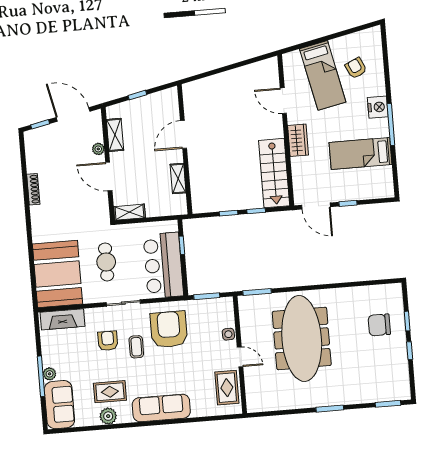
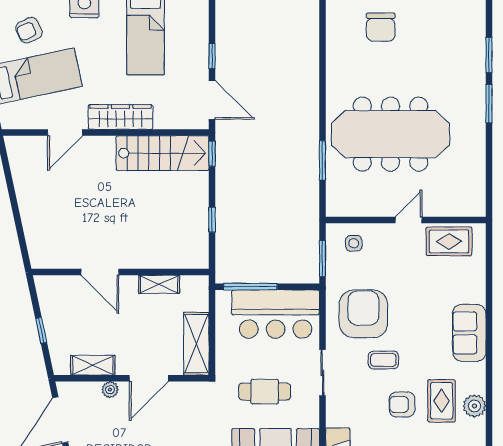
wardrobe: (298, 140) -> (121, 117), width x1.50
door: (316, 206) -> (212, 100), hinge flipped
window: (256, 211) -> (212, 154), moved
shelving: (129, 212) -> (196, 344), width x1.50, depth x1.33
window: (182, 245) -> (250, 287), width x2.17
window: (257, 292) -> (322, 160), moved
armchair: (169, 329) -> (363, 314), turned 90
side table: (228, 334) -> (354, 243), moved
armchair: (108, 341) -> (402, 404), moved
window: (388, 404) -> (489, 55), moved
sofa: (161, 408) -> (469, 333), width x0.73

